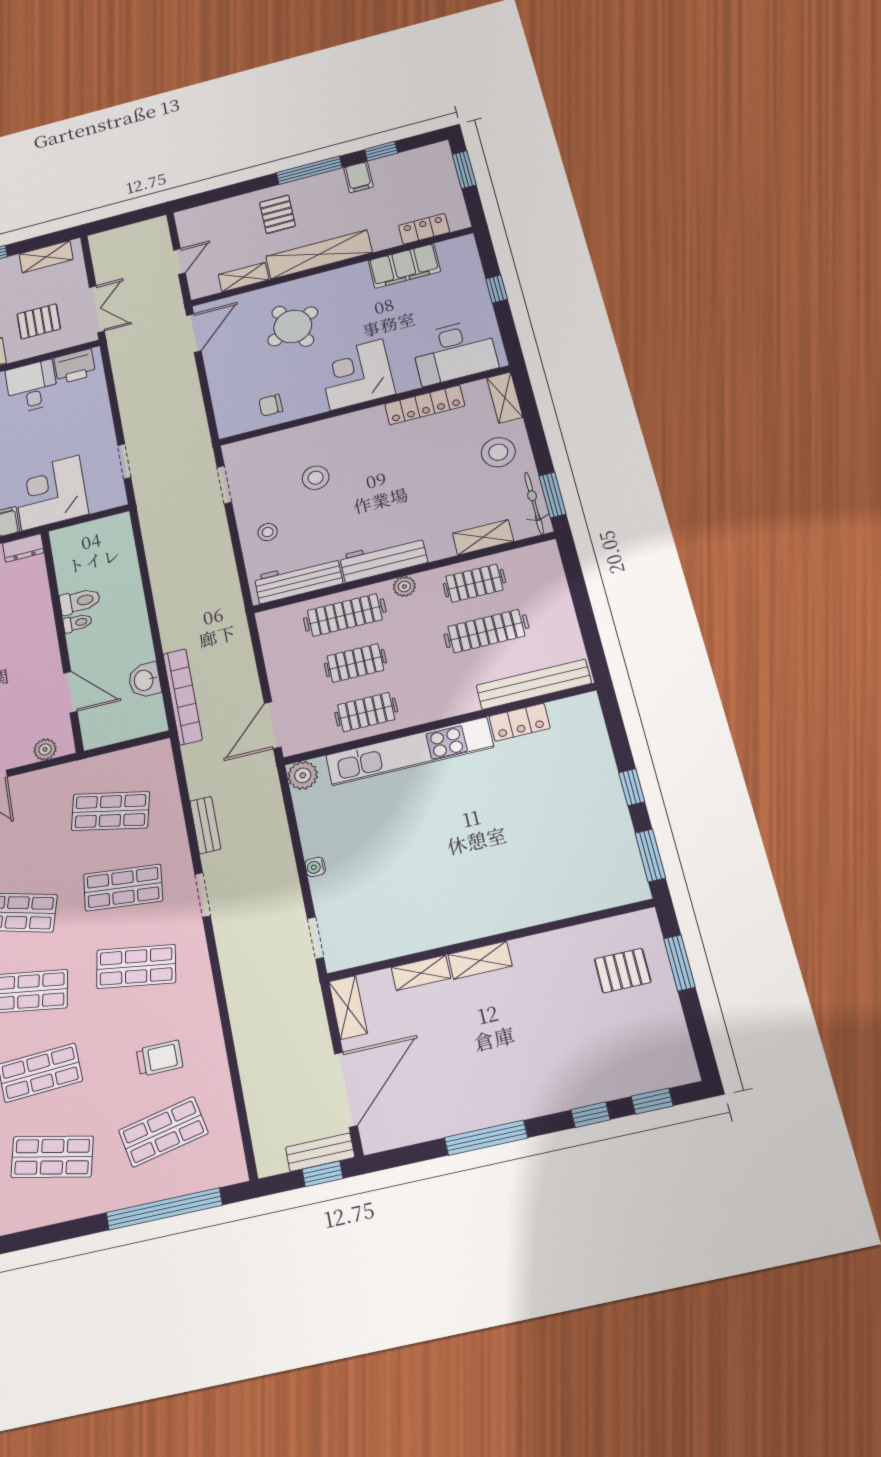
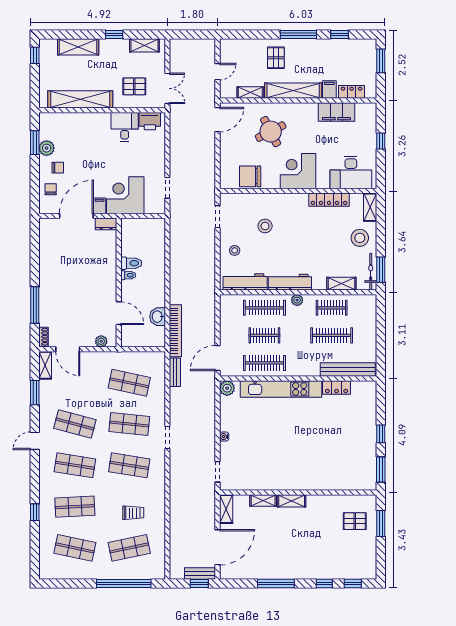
filing cabinet: (358, 177) -> (329, 90), moved, turned 180
chair: (271, 405) -> (250, 176), width x1.87, depth x1.87
clothes rail: (366, 712) -> (264, 363), width x1.36
bench: (205, 825) -> (175, 372), moved

